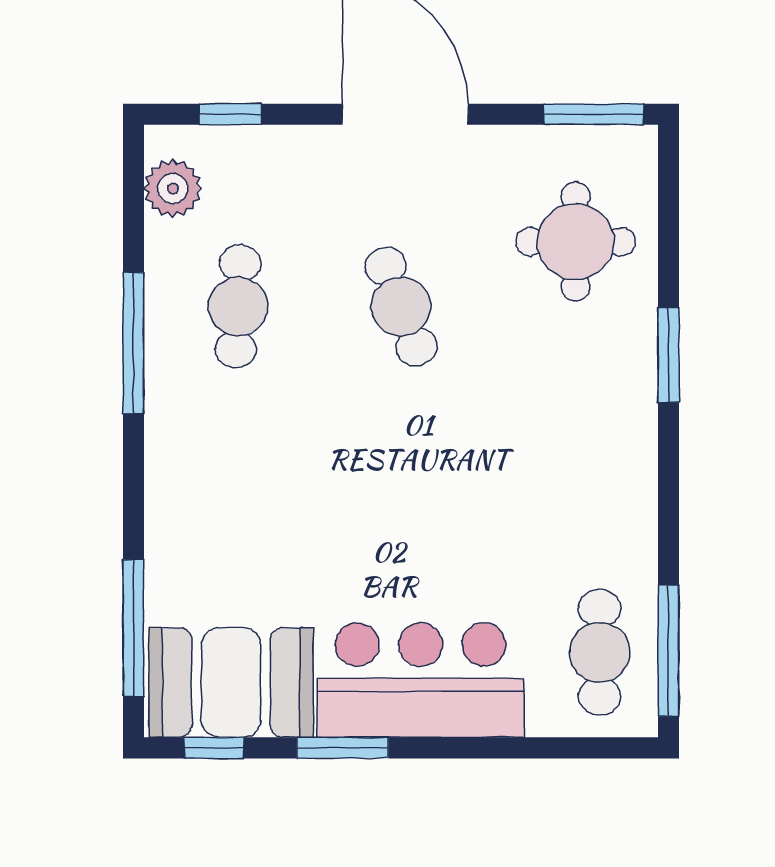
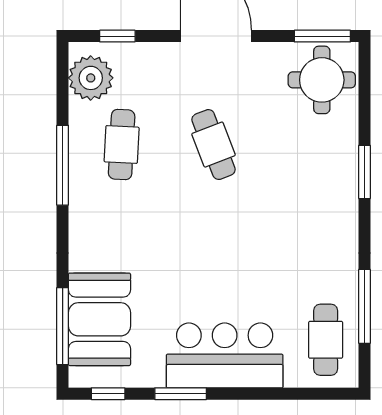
plant: (173, 189) -> (91, 78), width x1.36, depth x1.36
round table: (576, 242) -> (322, 80), moved
window: (668, 651) -> (364, 306), moved
booth: (231, 682) -> (99, 319), moved, turned 90

